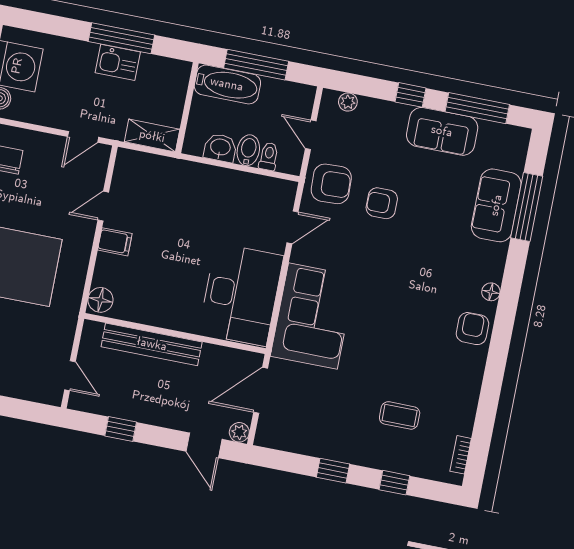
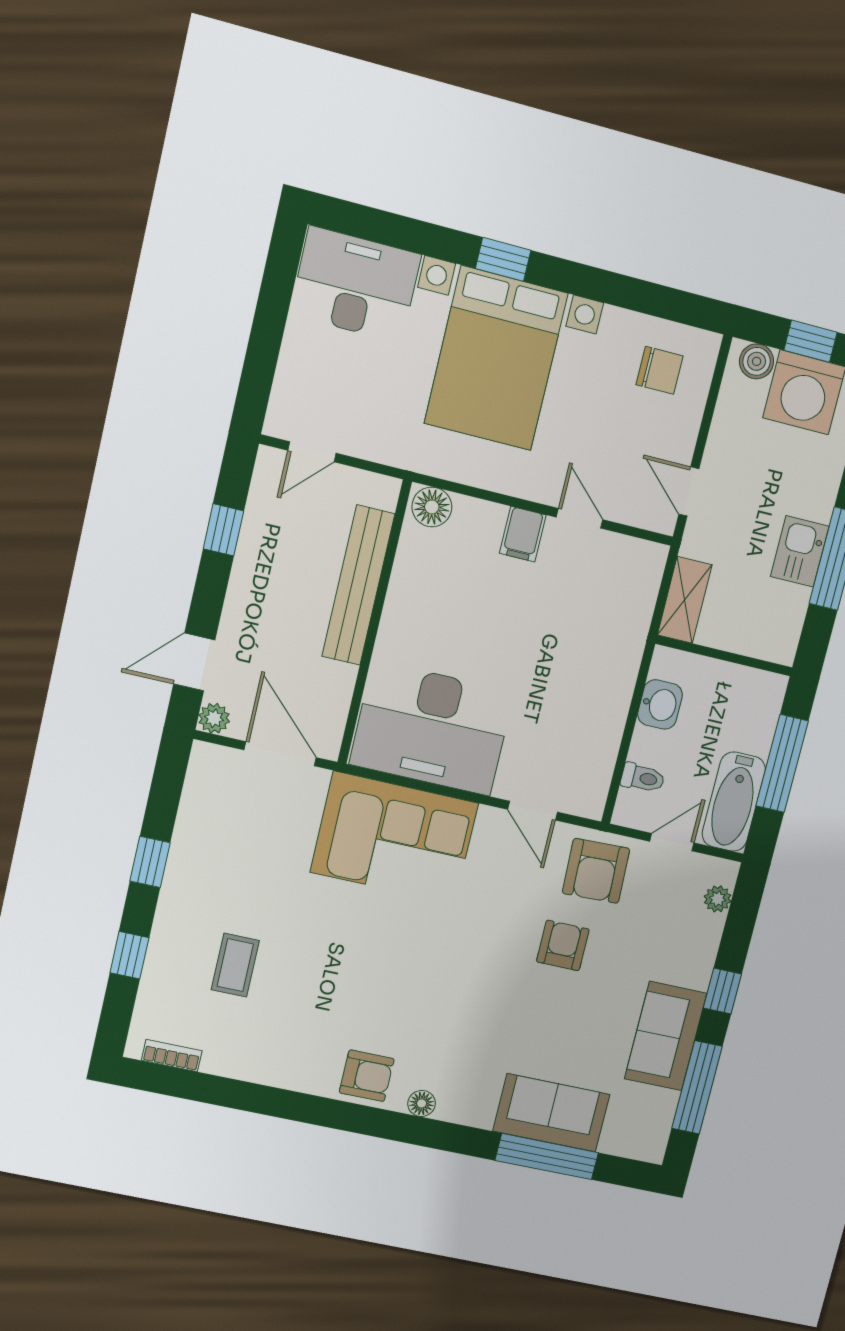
bathtub: (227, 84) -> (734, 802), moved
bidet: (248, 150) -> (654, 747), removed

